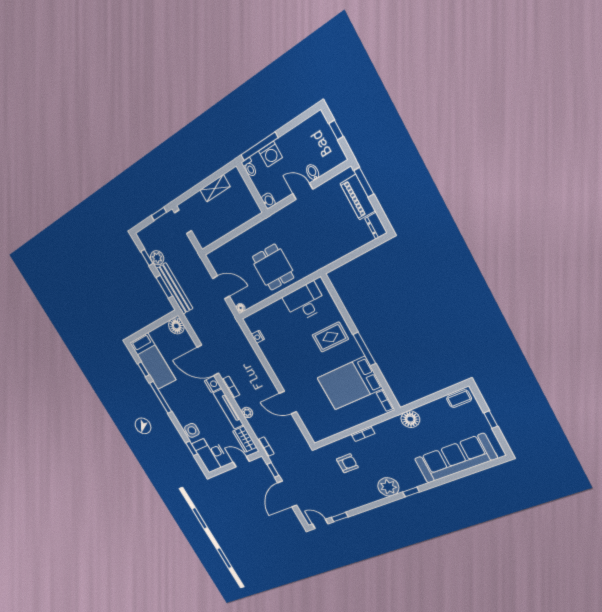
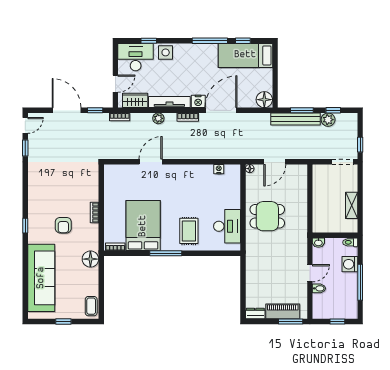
window: (259, 146) -> (360, 282), moved
armchair: (347, 463) -> (63, 225), moved
plant: (388, 487) -> (37, 208), removed

